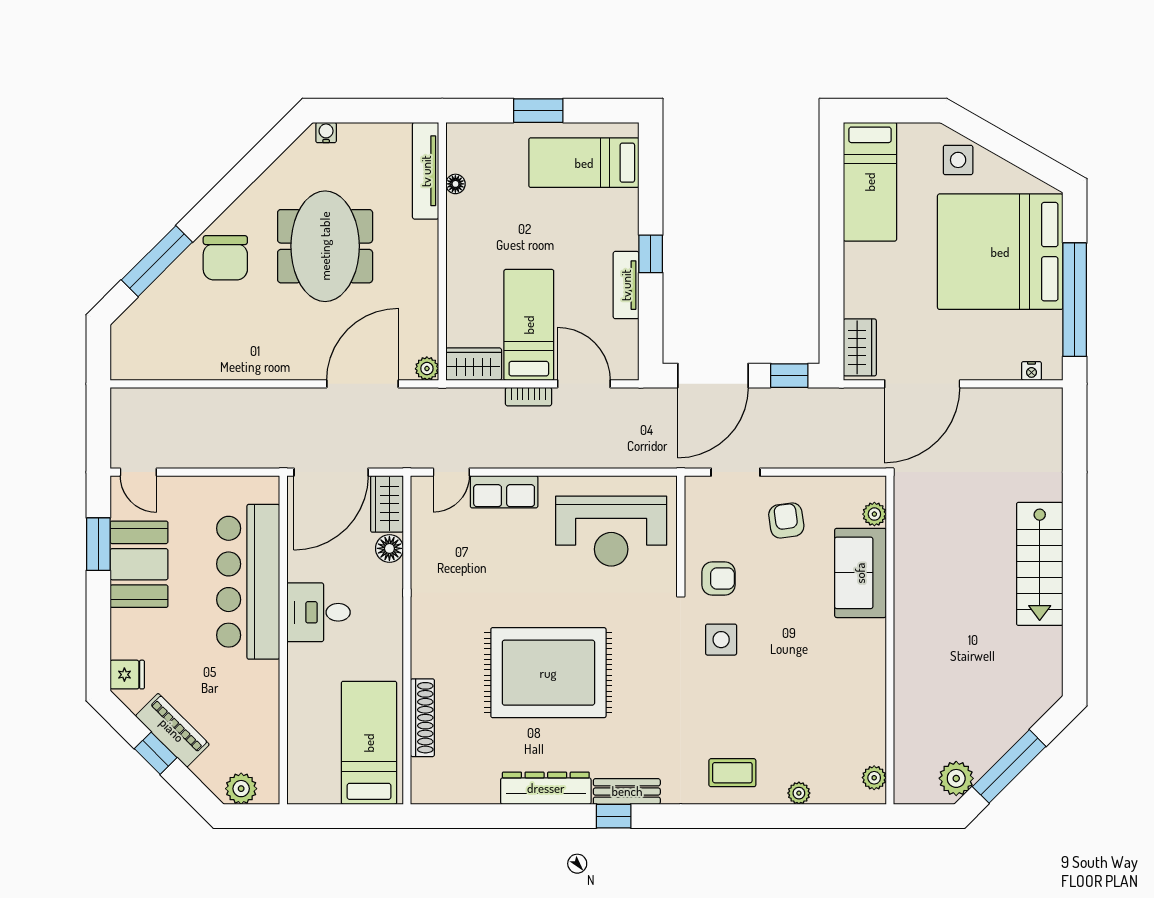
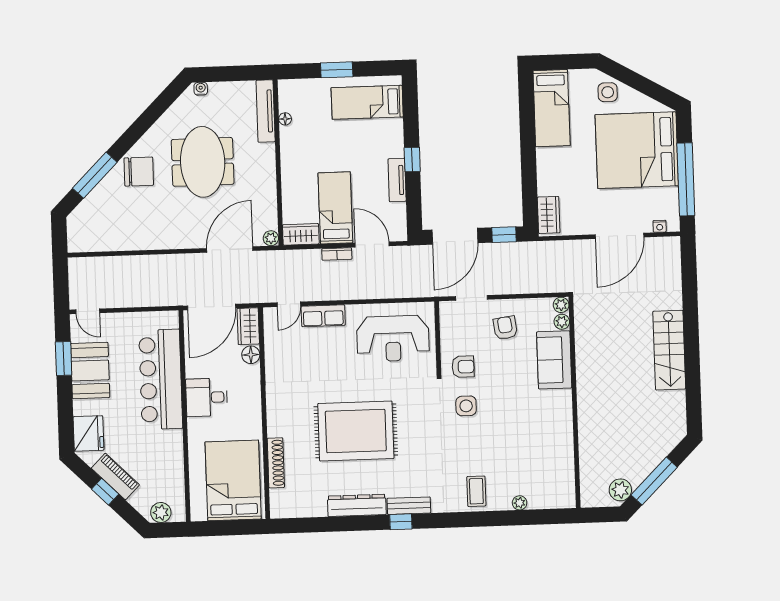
chair: (225, 258) -> (139, 172), turned -90
door: (922, 384) -> (620, 236), moved
fridge: (127, 675) -> (88, 433), width x1.88, depth x1.34
bed: (369, 743) -> (233, 480), width x1.50
coffee table: (732, 773) -> (476, 491), turned 90
plant: (874, 778) -> (561, 305), moved

